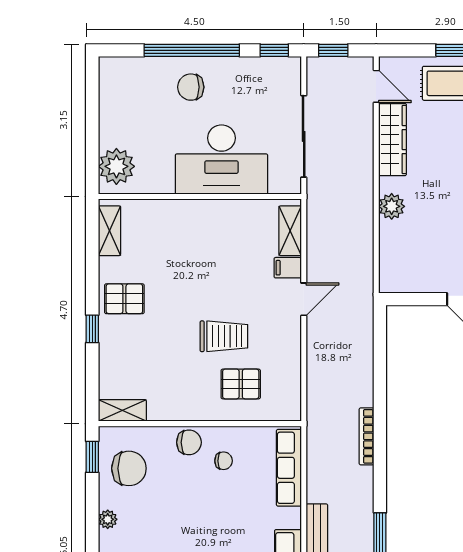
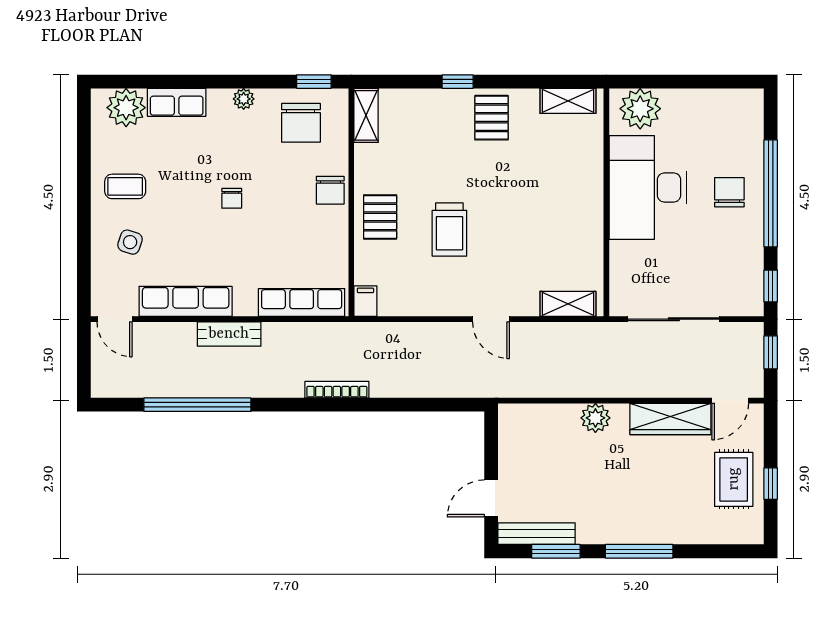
desk: (221, 159) -> (648, 187), moved
filing cabinet: (288, 268) -> (365, 301), moved
pallet: (241, 384) -> (380, 217), moved
chair: (224, 461) -> (232, 198), moved

